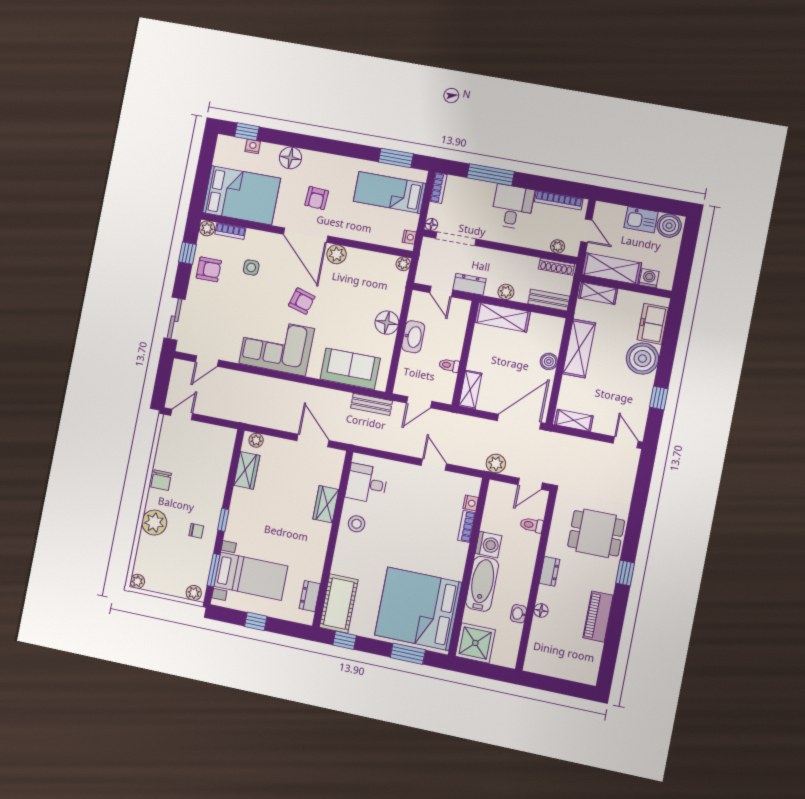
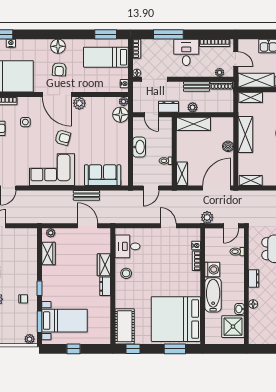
floor lamp: (290, 158) -> (58, 46), moved
bench: (549, 300) -> (196, 86), moved
floor lamp: (387, 323) -> (120, 115), moved
bench: (372, 404) -> (86, 195), moved
dresser: (310, 596) -> (105, 286), moved
shower: (475, 643) -> (233, 327), moved

